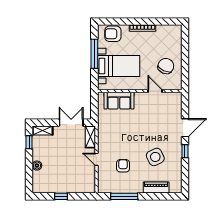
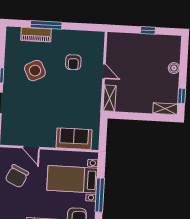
double door: (71, 123) -> (131, 116), removed
window: (124, 196) -> (46, 25), moved

